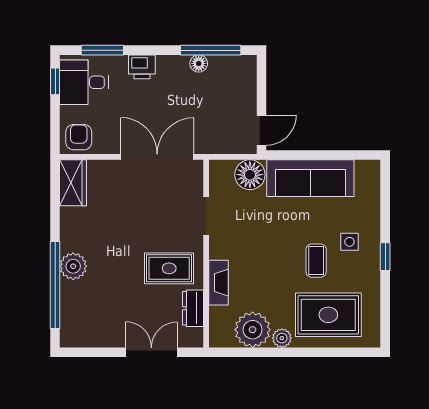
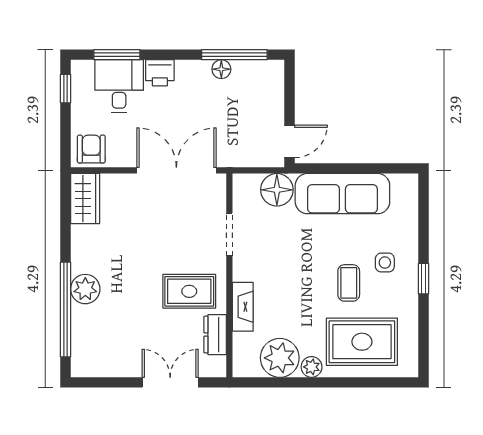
desk: (84, 82) -> (119, 86), moved, turned 90

